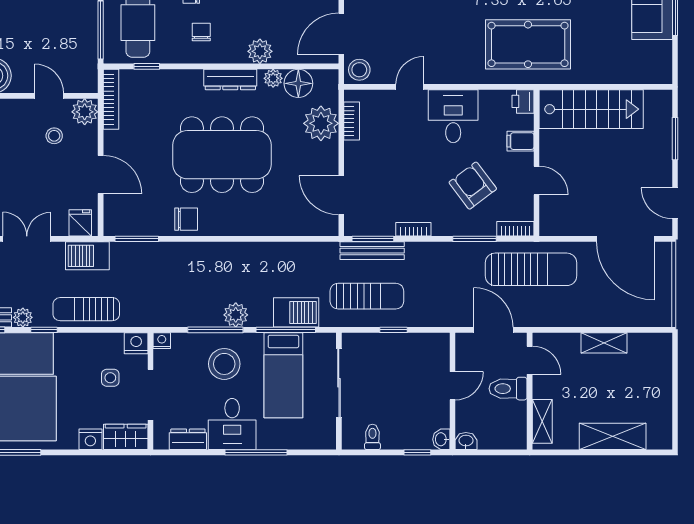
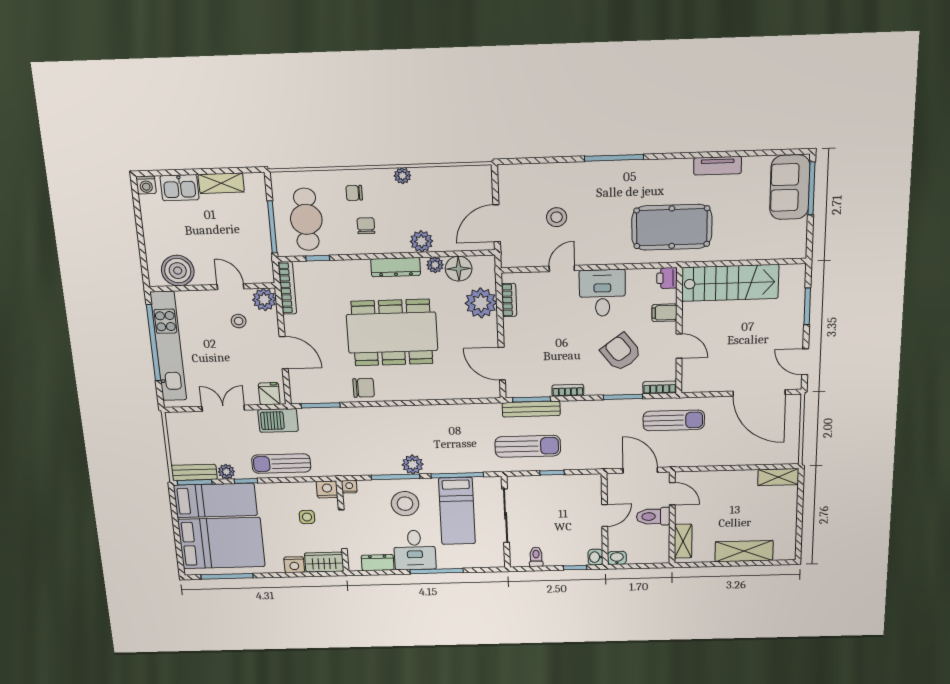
stool: (359, 70) -> (557, 217), moved
sun lounger: (531, 269) -> (674, 420), width x0.73, depth x0.75
barbecue: (296, 312) -> (466, 461), removed
shelving: (604, 343) -> (778, 477), moved

